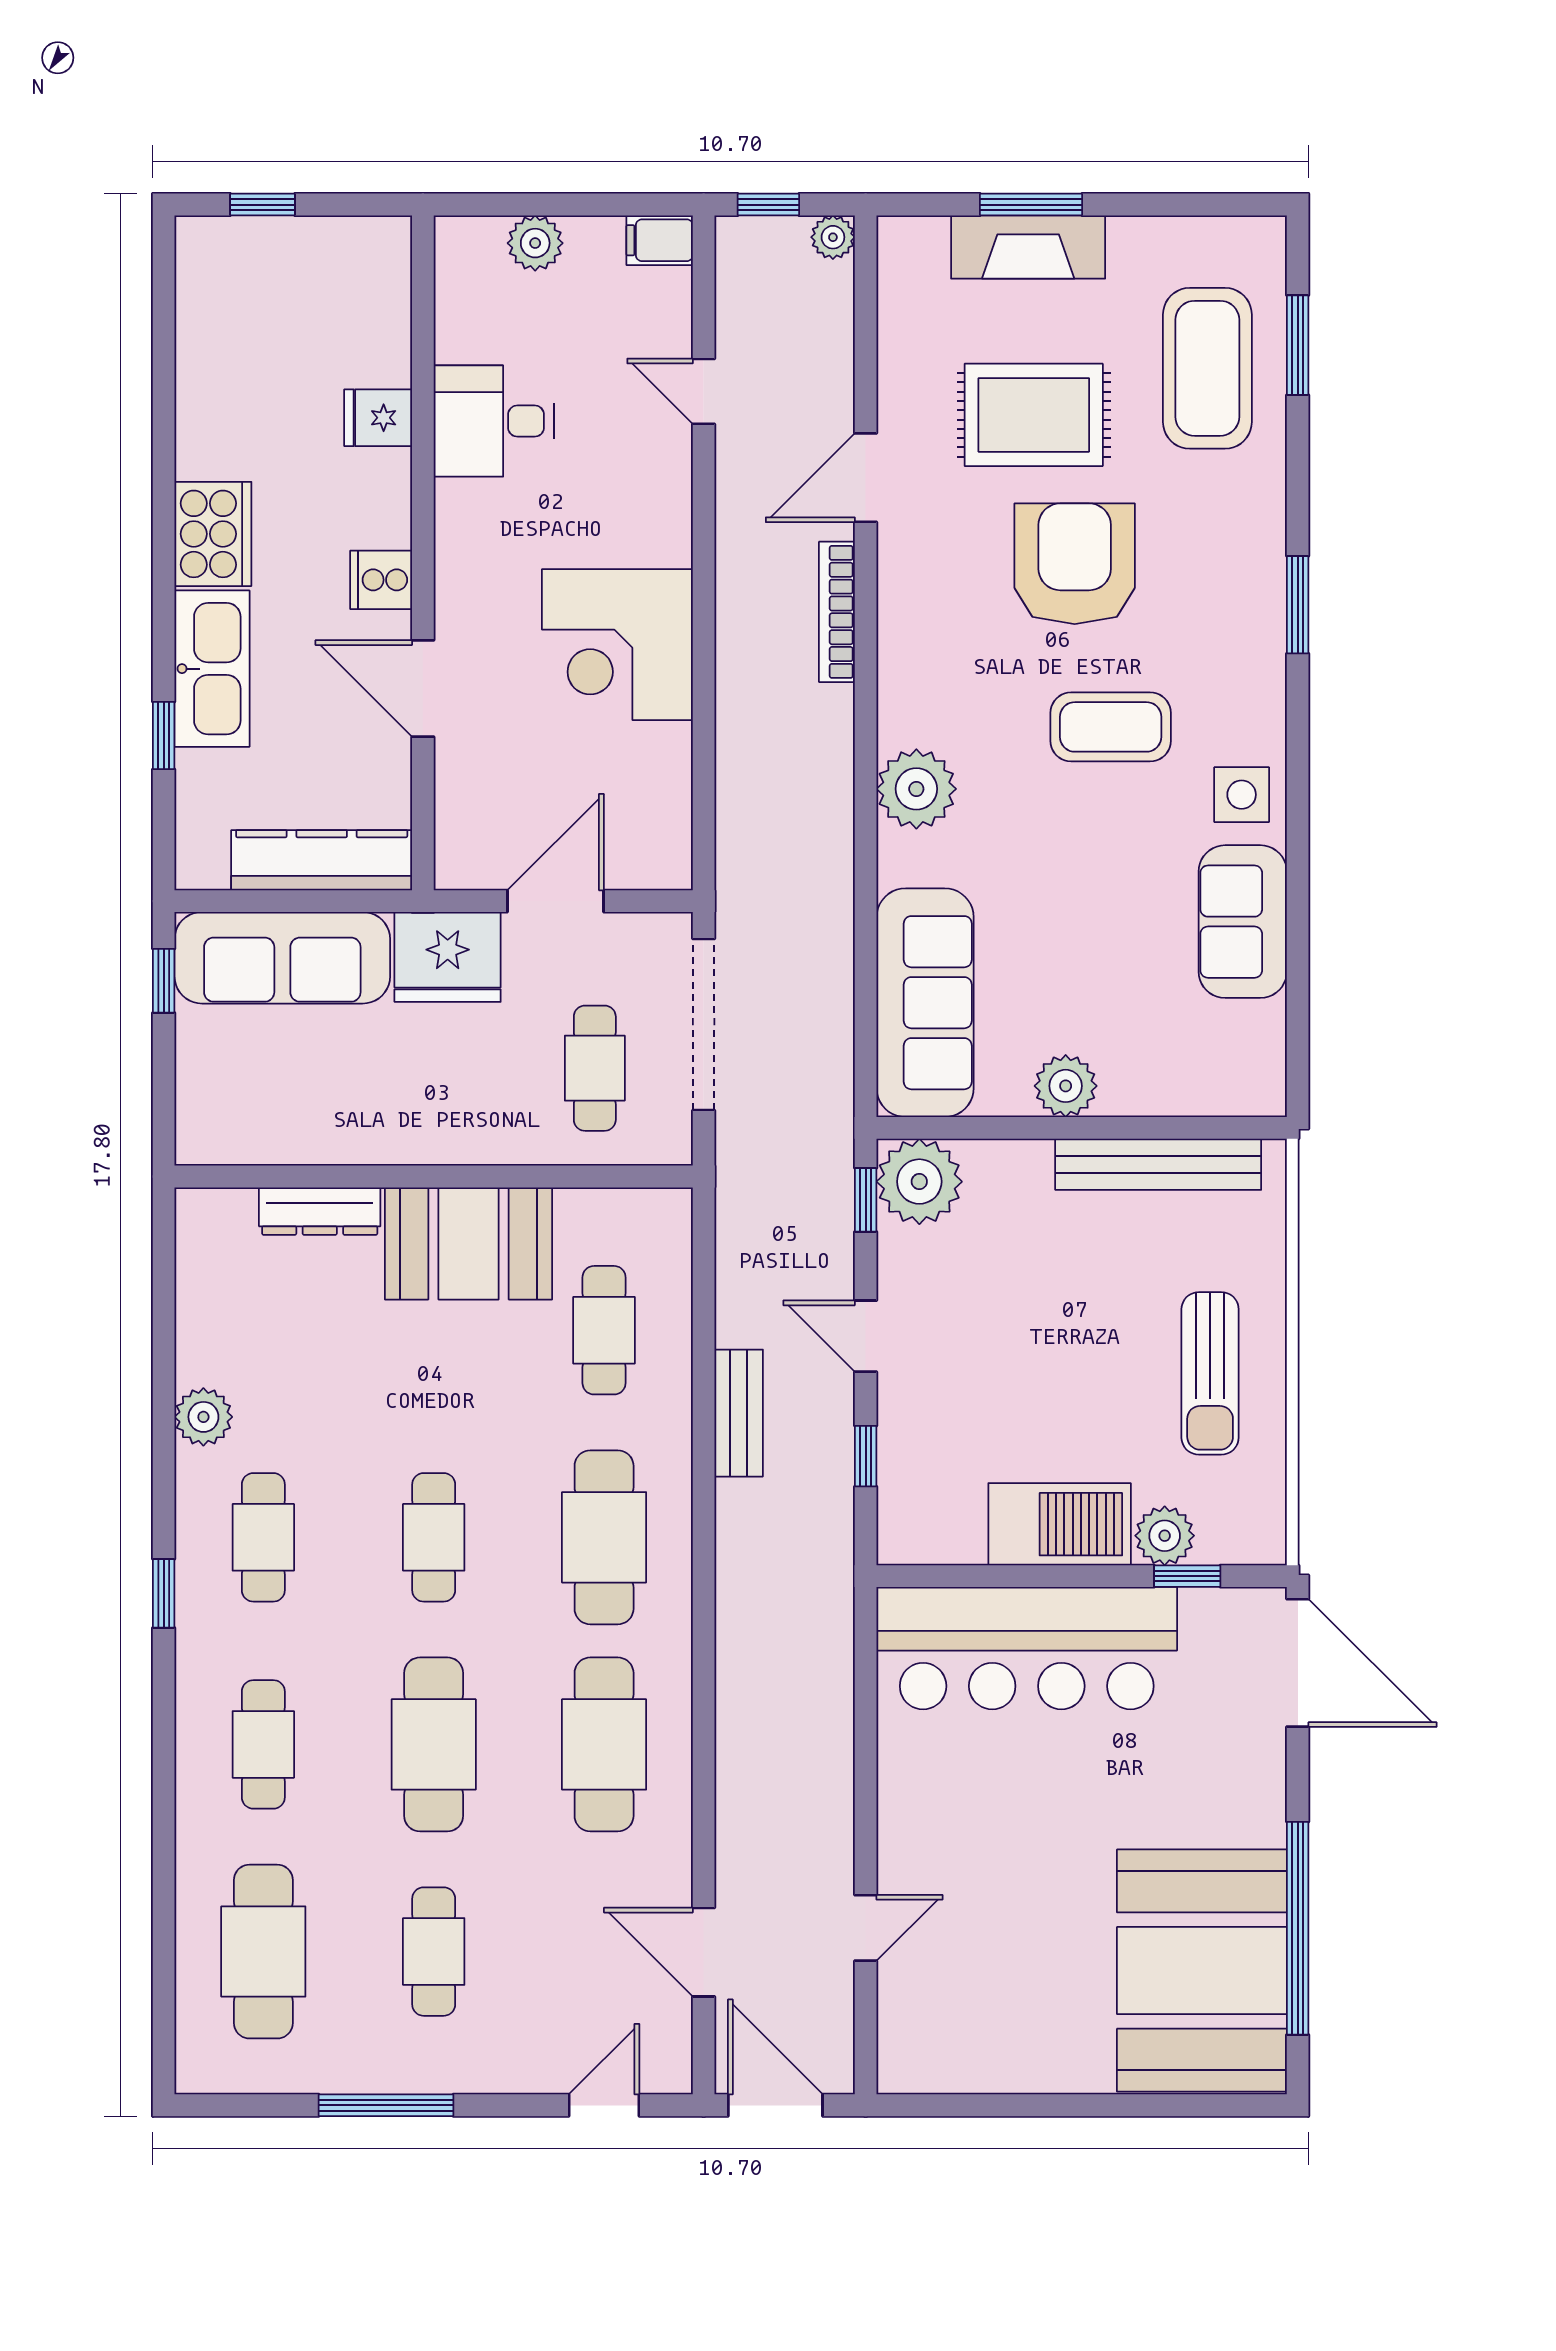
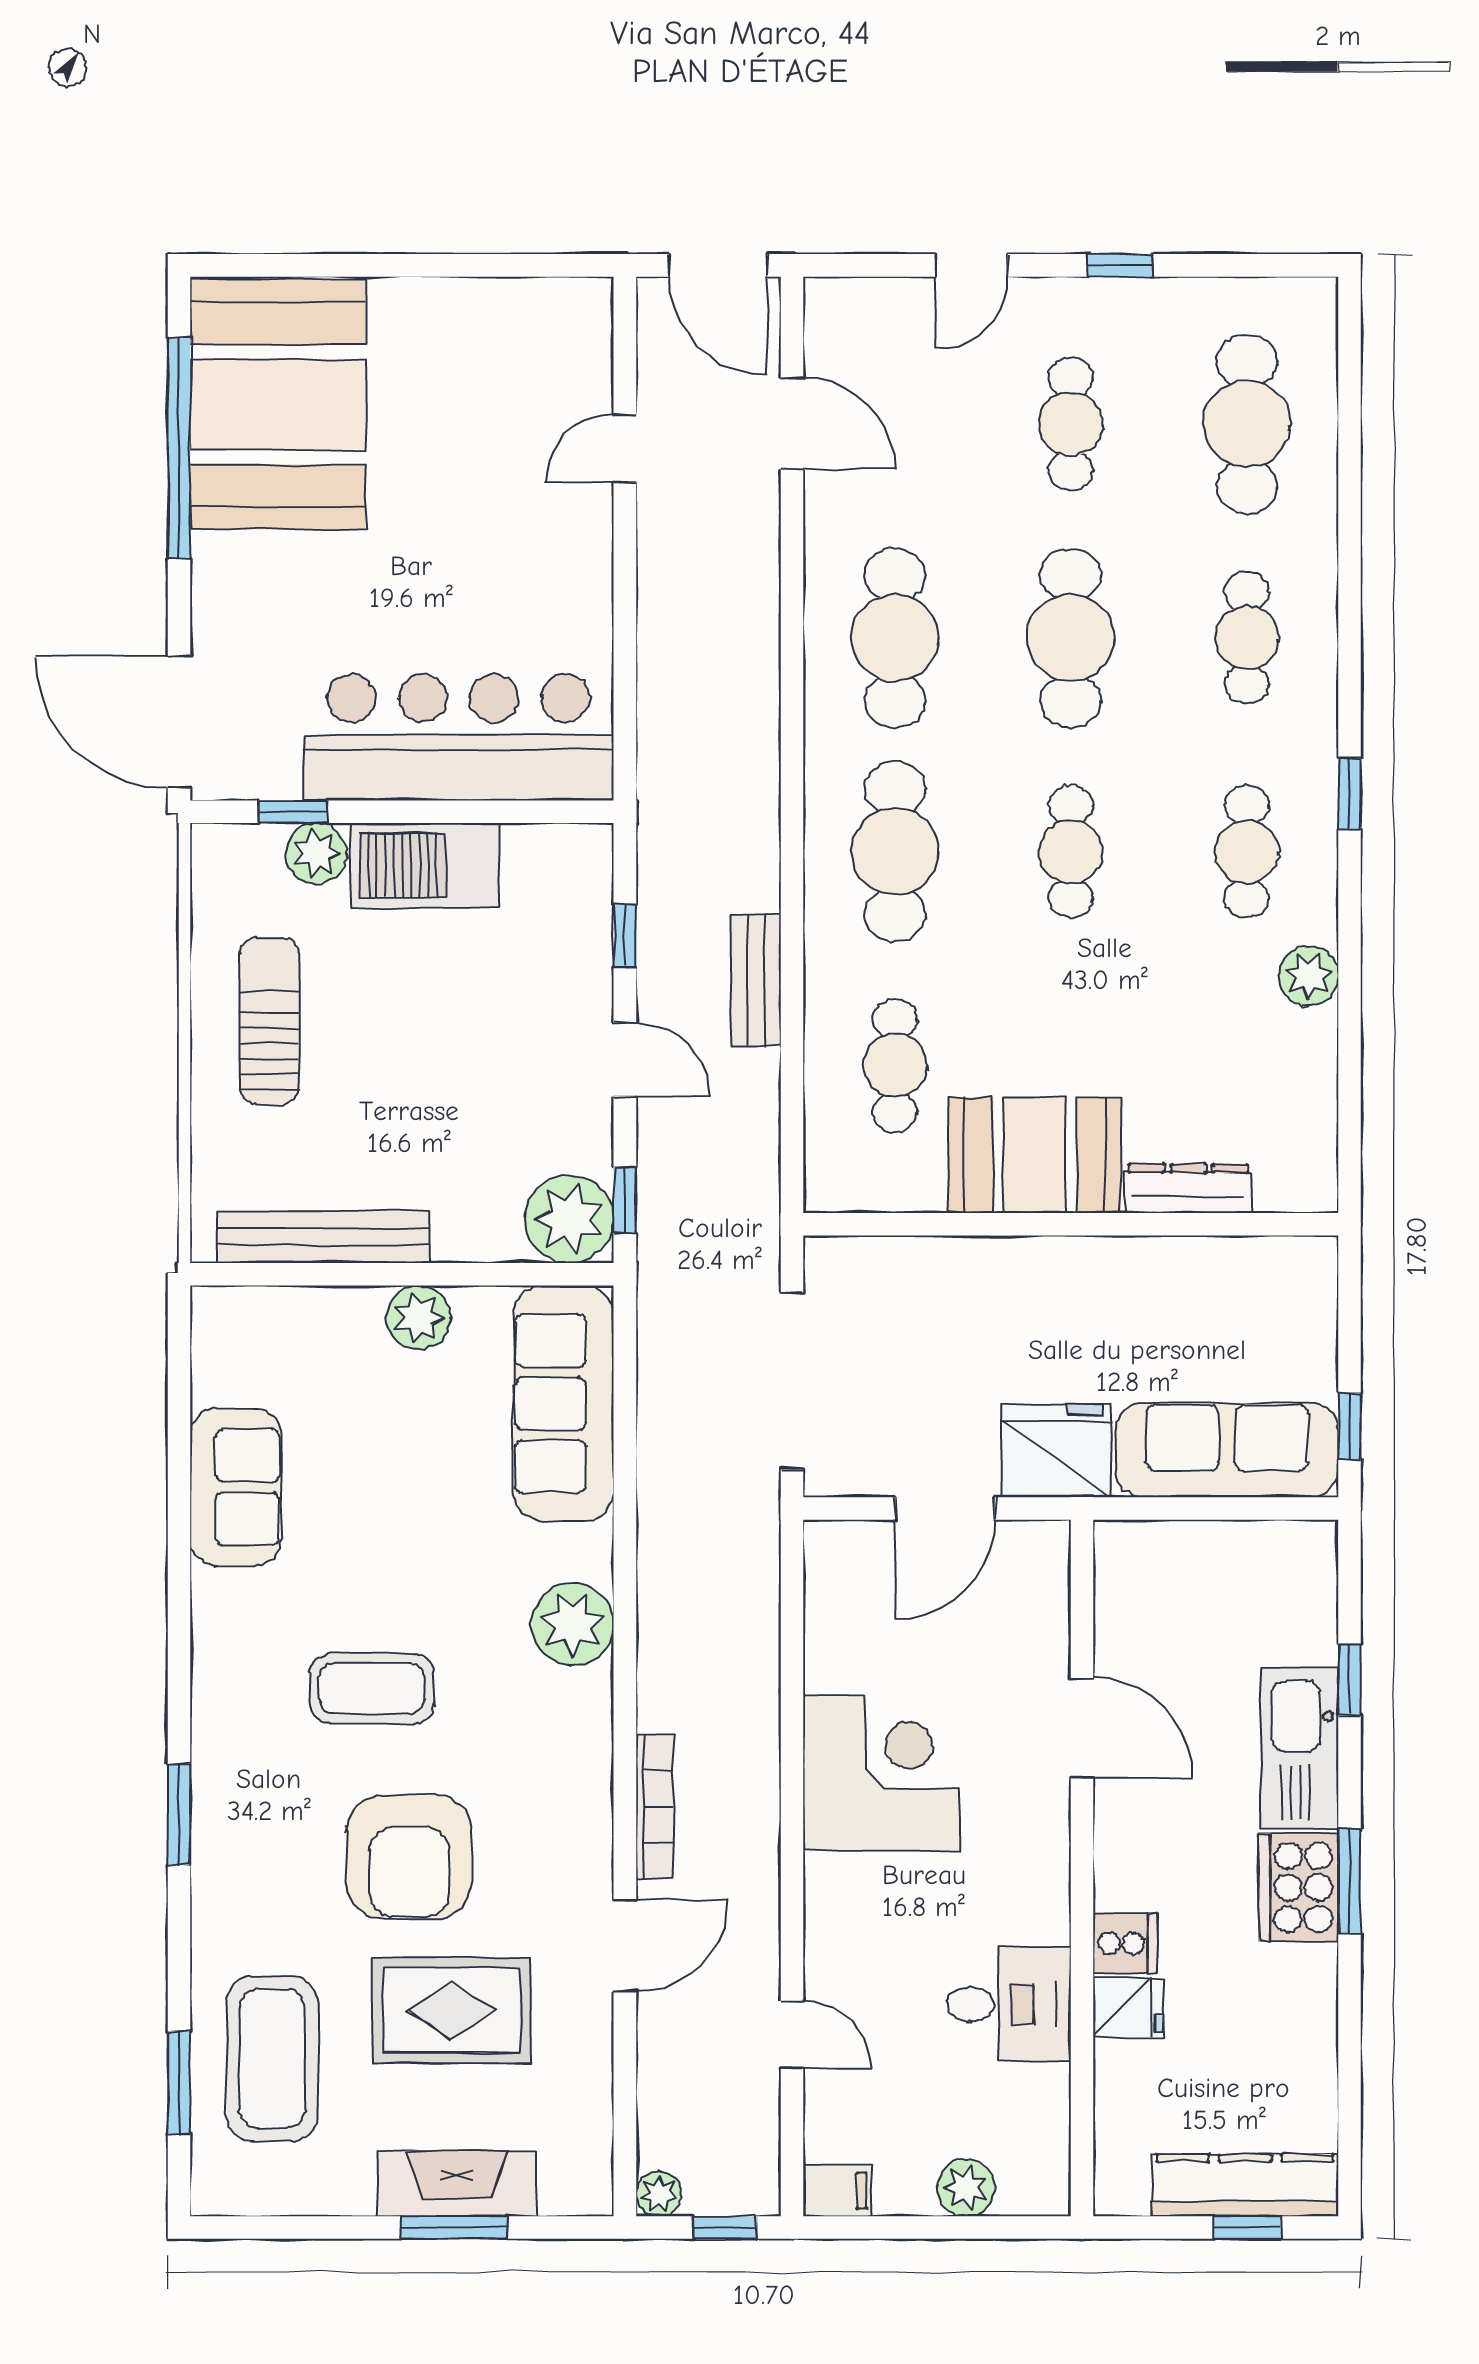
window: (164, 540) -> (1350, 1881), added
cooker: (381, 580) -> (1125, 1943), moved
side table: (1242, 795) -> (237, 1618), removed
kitchen counter: (322, 860) -> (1245, 2185), moved, turned 180
cafe table: (595, 1068) -> (905, 1336), removed
window: (386, 2105) -> (1120, 265), width x0.46
door: (604, 2105) -> (972, 265), moved

